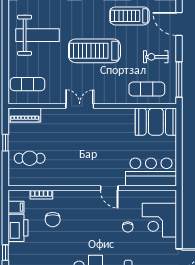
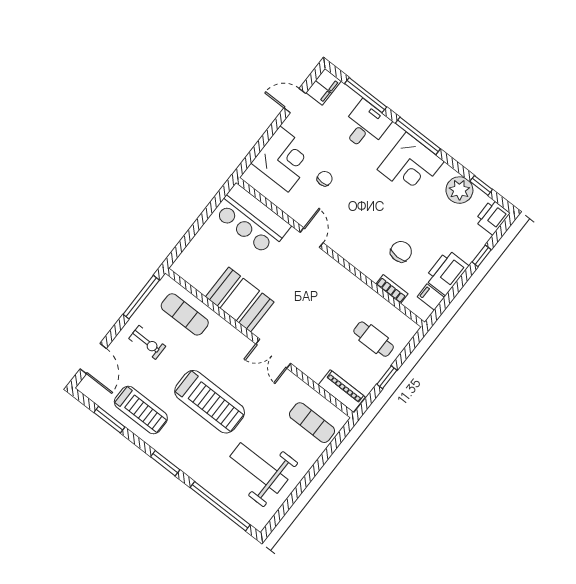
booth: (156, 122) -> (240, 299), moved

